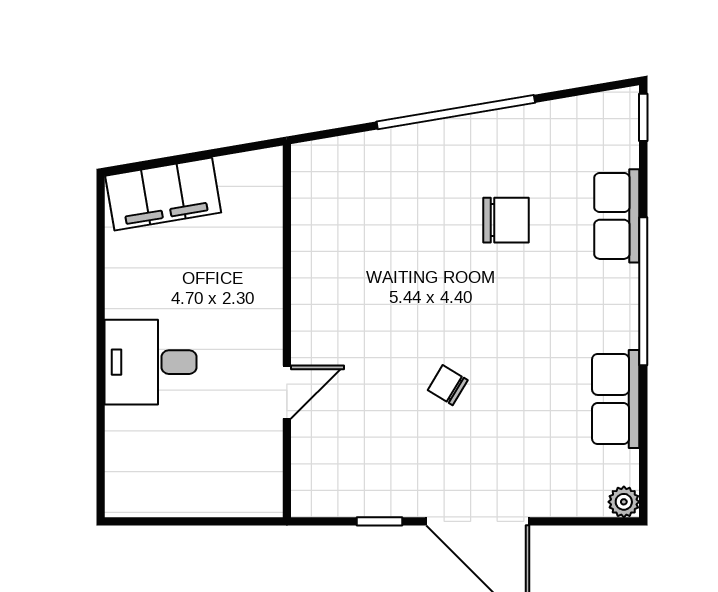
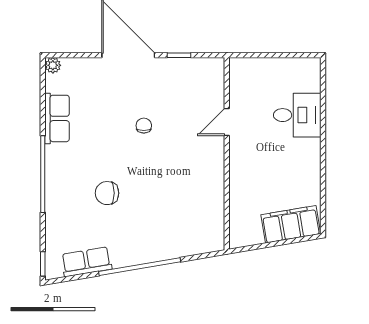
row of seats: (617, 216) -> (86, 262), moved, turned -100
chair: (506, 220) -> (107, 193), moved
desk: (151, 362) -> (297, 115), moved
chair: (448, 385) -> (144, 126), turned -121

